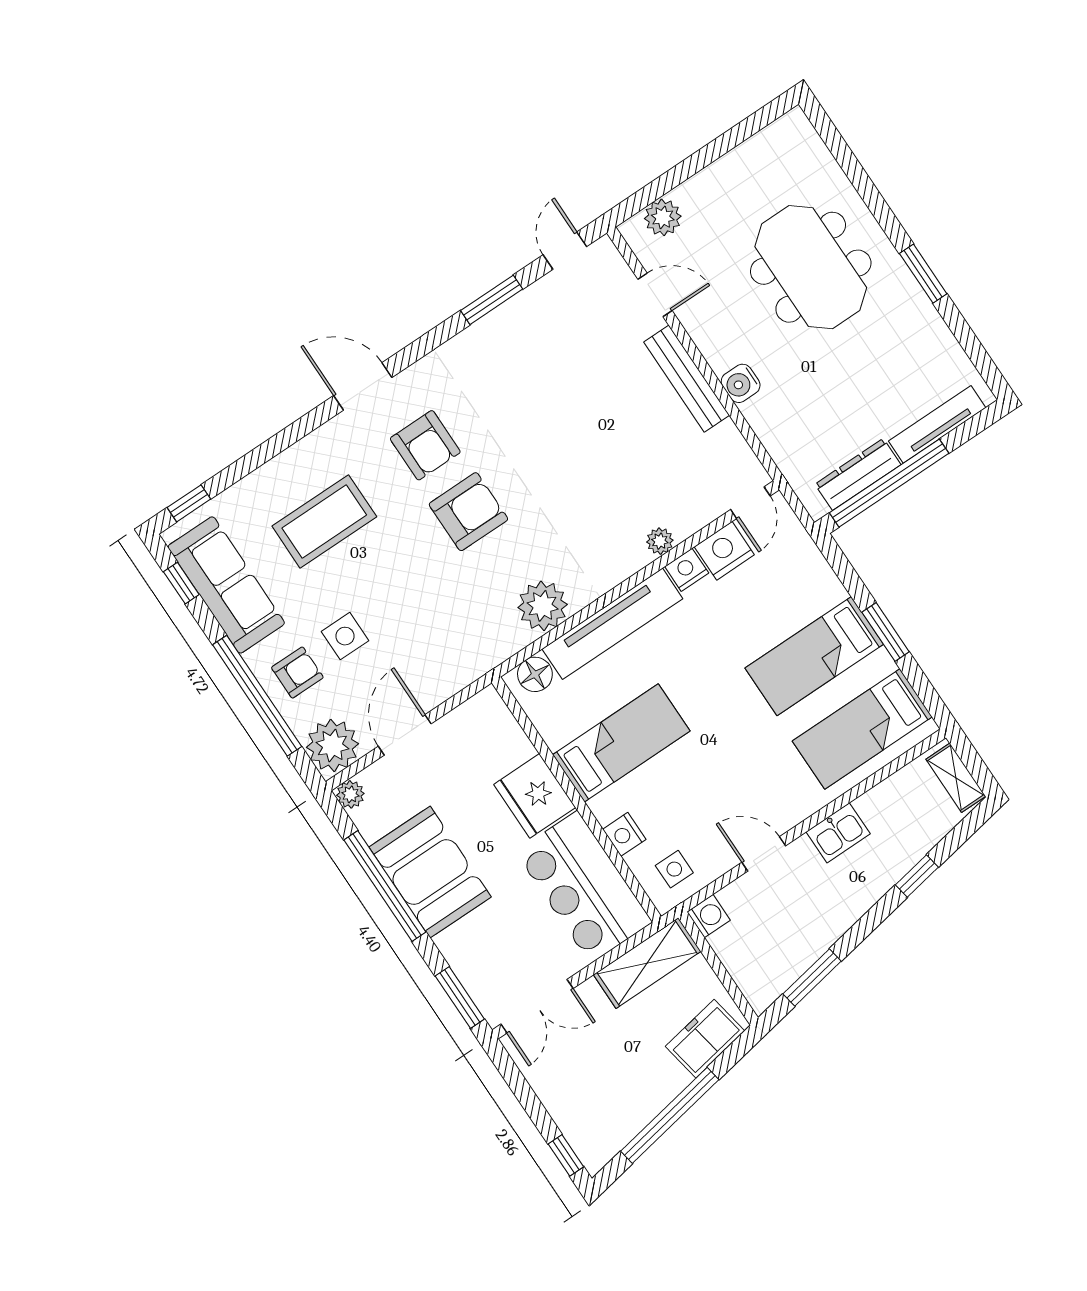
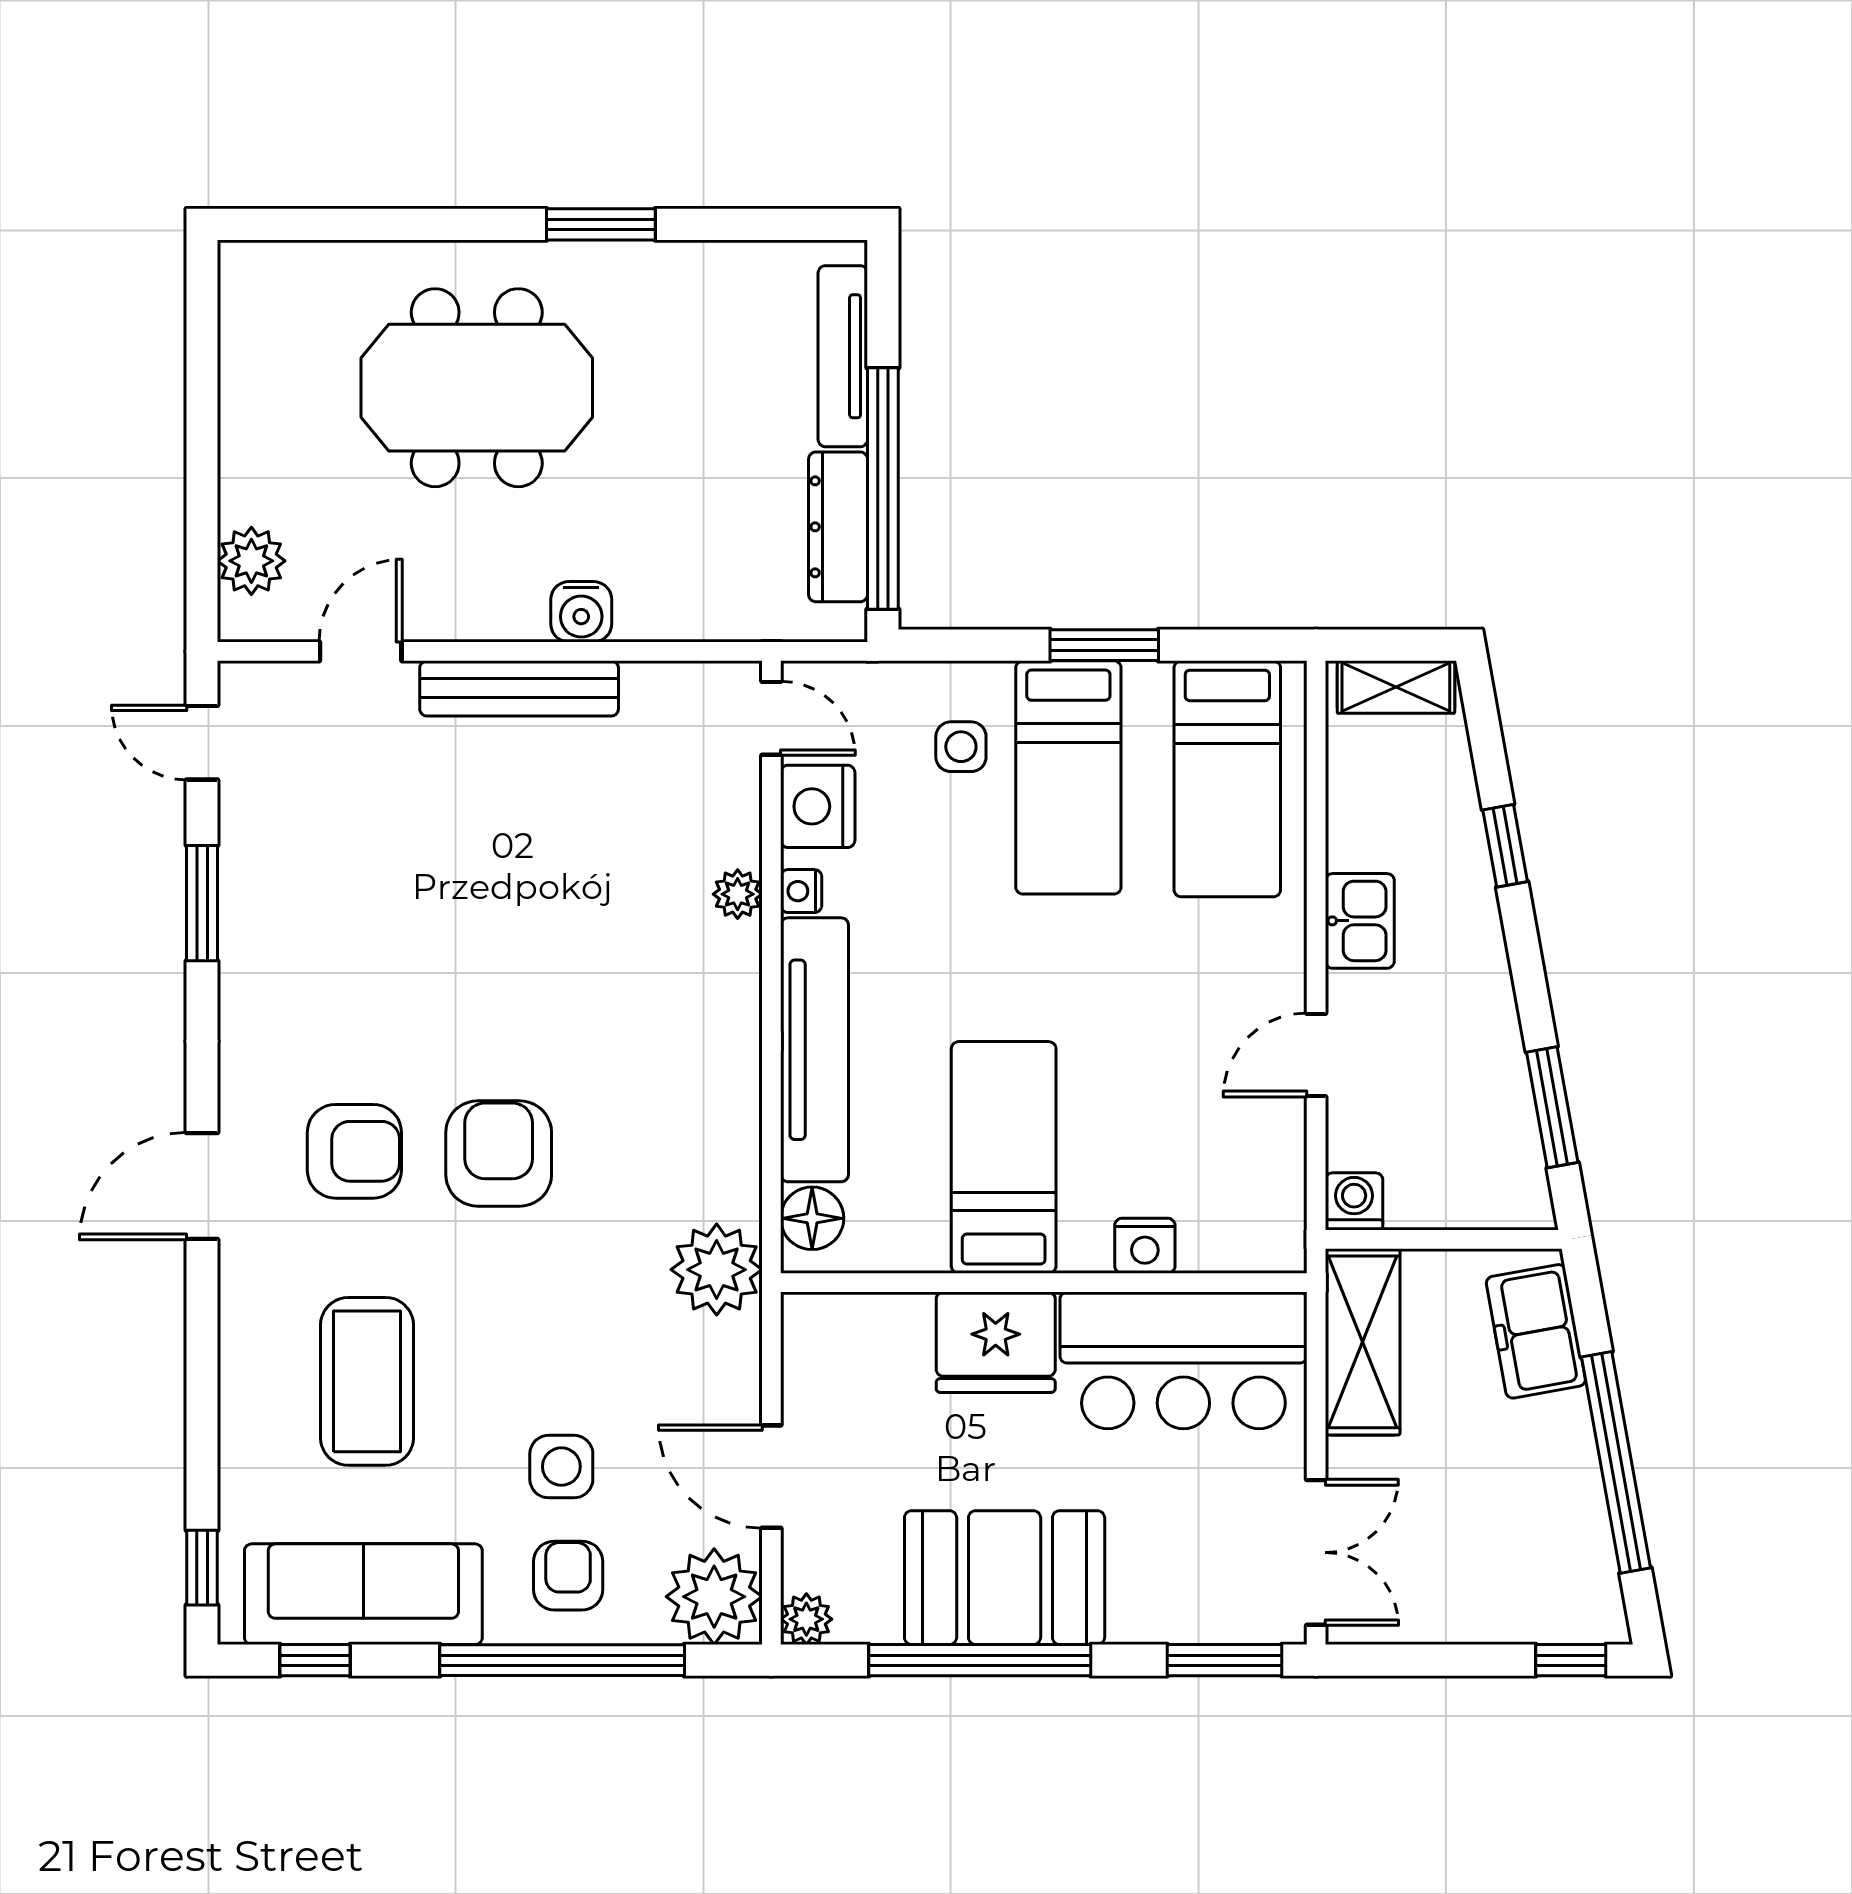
nightstand: (687, 570) -> (801, 891), width x0.72, depth x0.74
plant: (543, 606) -> (717, 1270), moved
side table: (674, 869) -> (961, 747), moved

